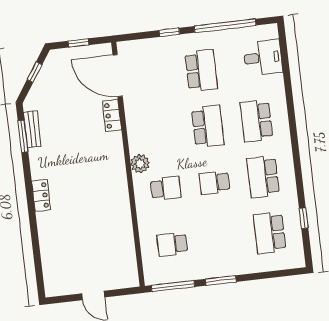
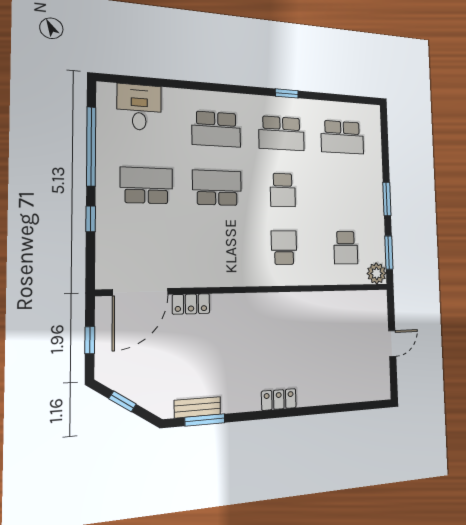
plant: (140, 164) -> (377, 273), moved
window: (304, 218) -> (287, 93), moved
window: (173, 286) -> (389, 252), width x0.69

